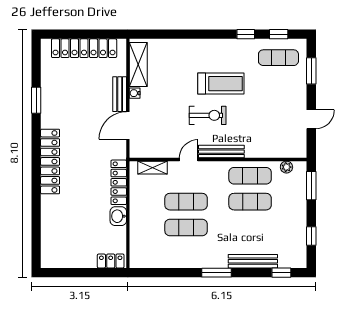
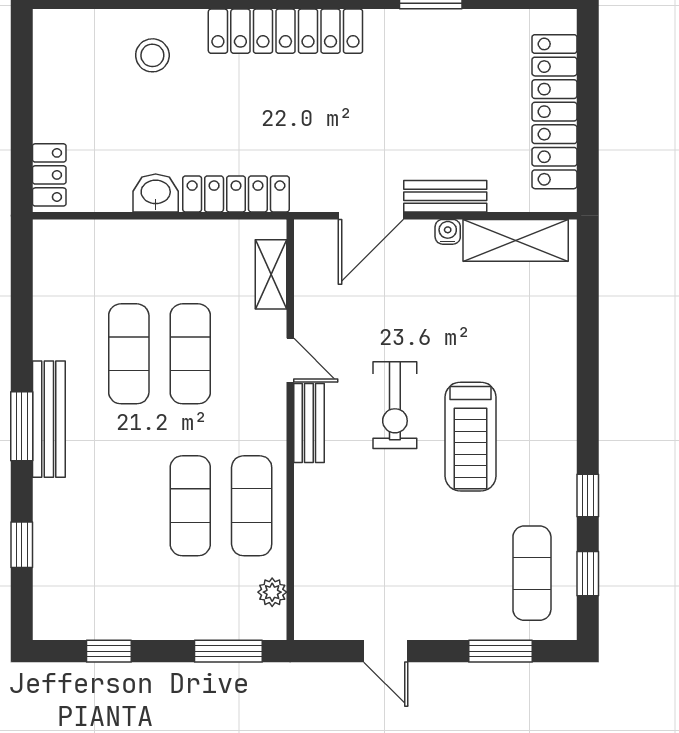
door: (128, 126) -> (371, 216), swing flipped
bench: (221, 152) -> (309, 423), width x0.73
stool: (60, 218) -> (152, 55), added
bench: (253, 261) -> (49, 419), moved
window: (281, 273) -> (22, 545), moved

